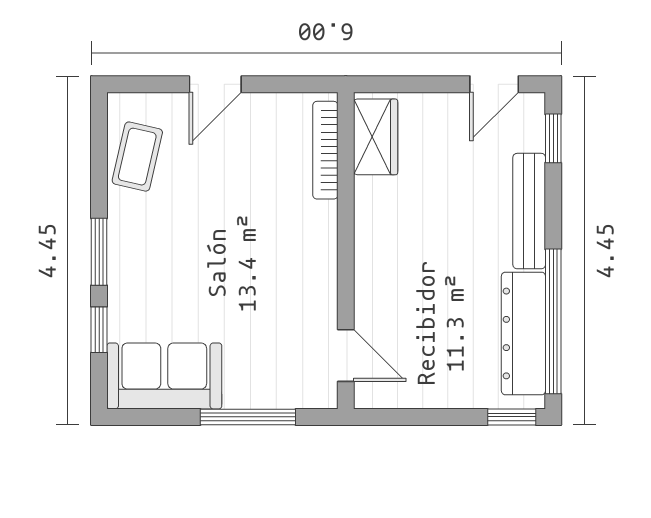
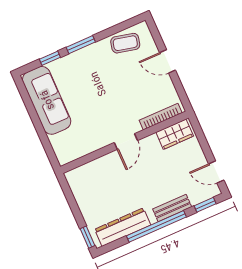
bench: (529, 211) -> (172, 208), width x0.73
window: (553, 321) -> (156, 226), moved
door: (346, 355) -> (126, 142), moved
sofa: (164, 376) -> (47, 100), width x1.36
window: (248, 417) -> (41, 133), removed

